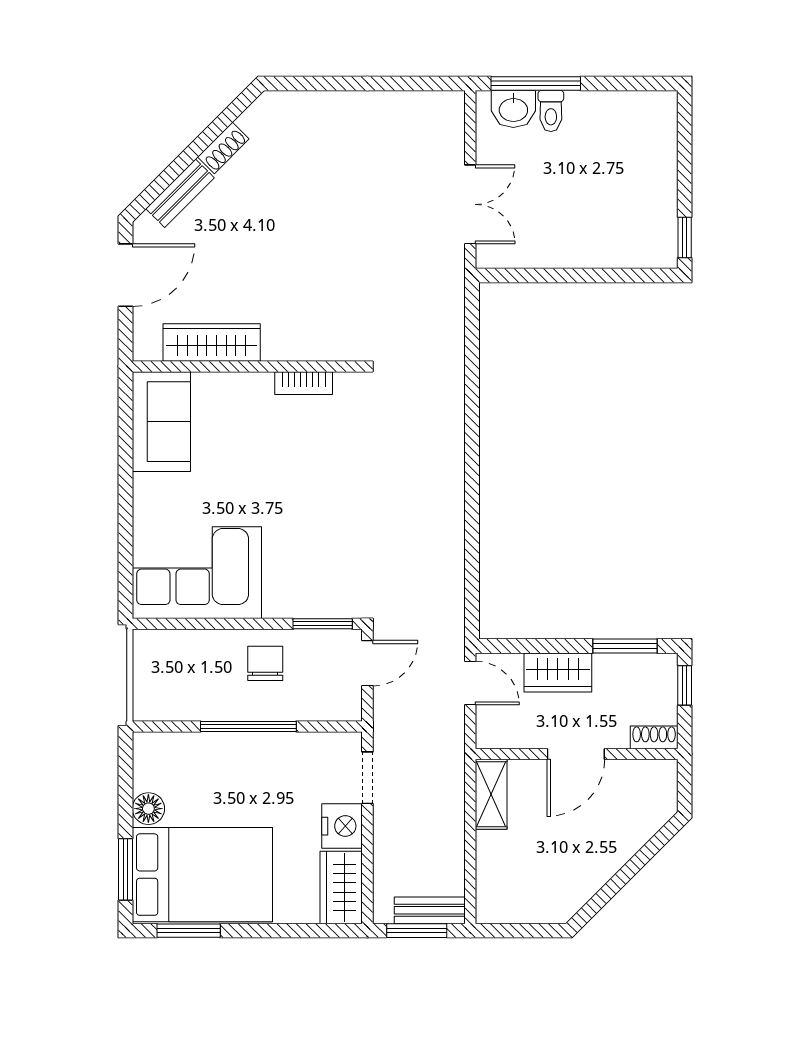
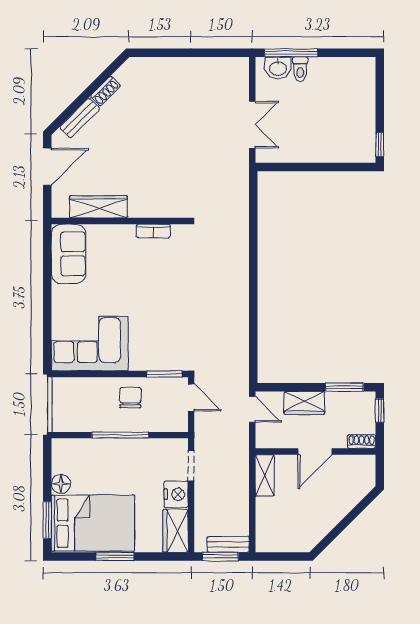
door: (367, 663) -> (191, 398), hinge flipped
window: (189, 931) -> (115, 556), moved

